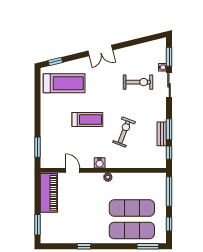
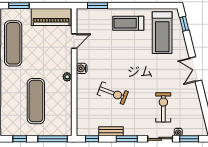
exercise bike: (138, 82) -> (163, 107), turned 180
treadmill: (87, 119) -> (128, 23), moved, turned 90
window: (169, 129) -> (127, 139), moved
exercise mat: (132, 230) -> (13, 43), moved

